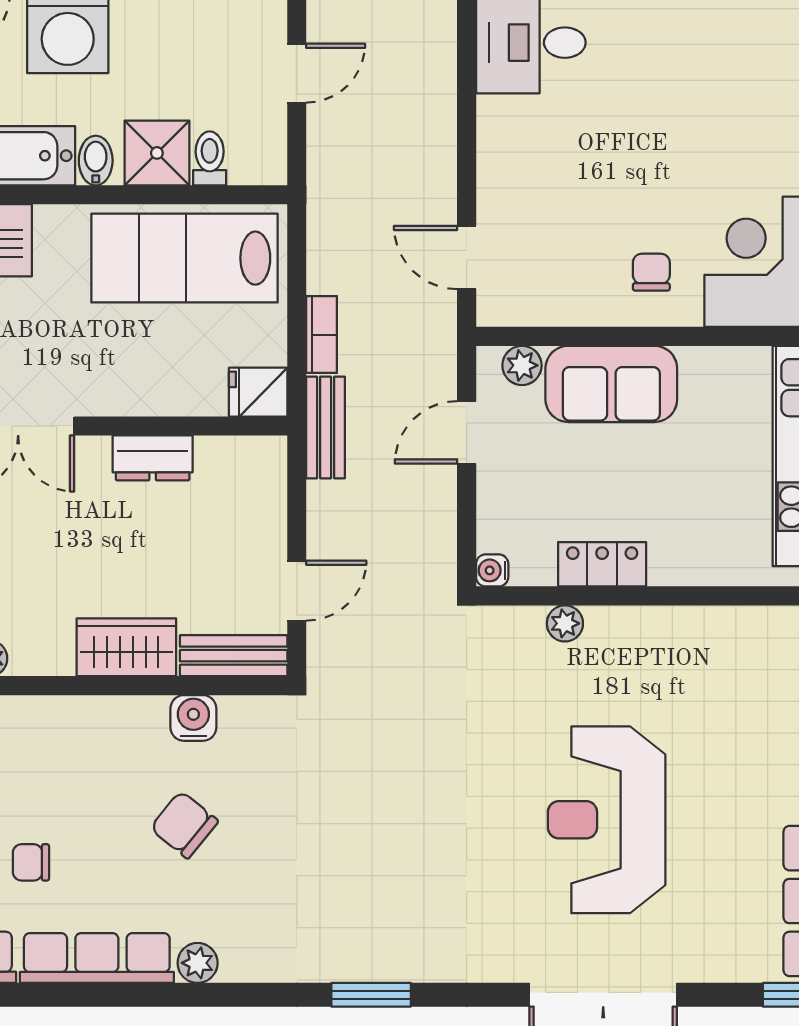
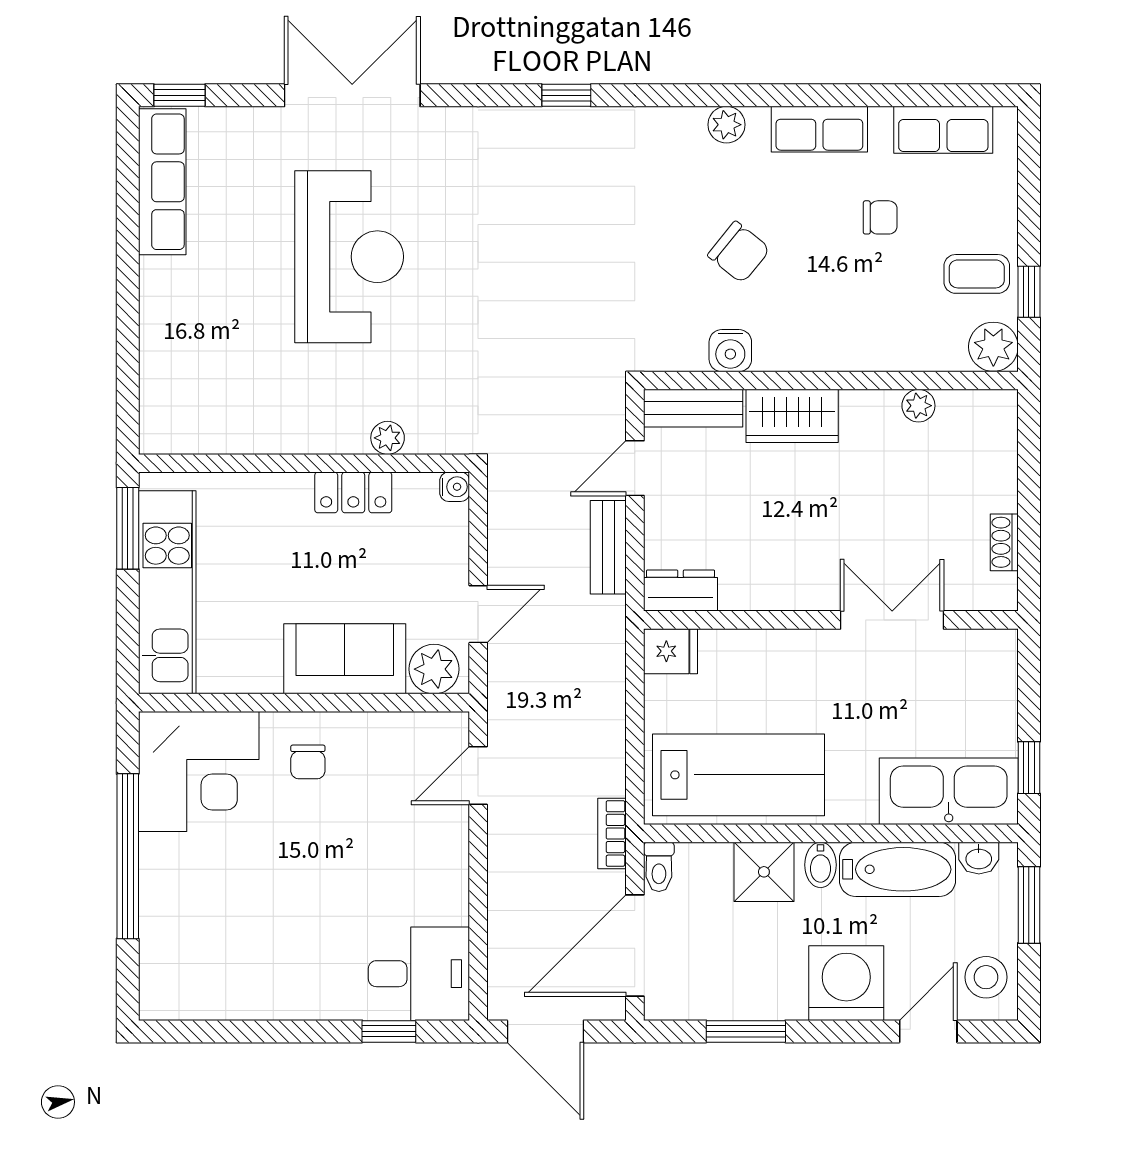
door: (297, 73) -> (635, 945), width x1.88
toilet: (210, 158) -> (659, 867), moved
door: (467, 257) -> (478, 776), swing flipped
bookcase: (322, 335) -> (612, 833), moved
plant: (522, 365) -> (434, 669), width x1.38, depth x1.38
bench: (326, 427) -> (608, 547), moved
dresser: (153, 458) -> (681, 591), moved
row of seats: (97, 958) -> (819, 129), width x0.68
window: (371, 995) -> (566, 95), width x0.67

